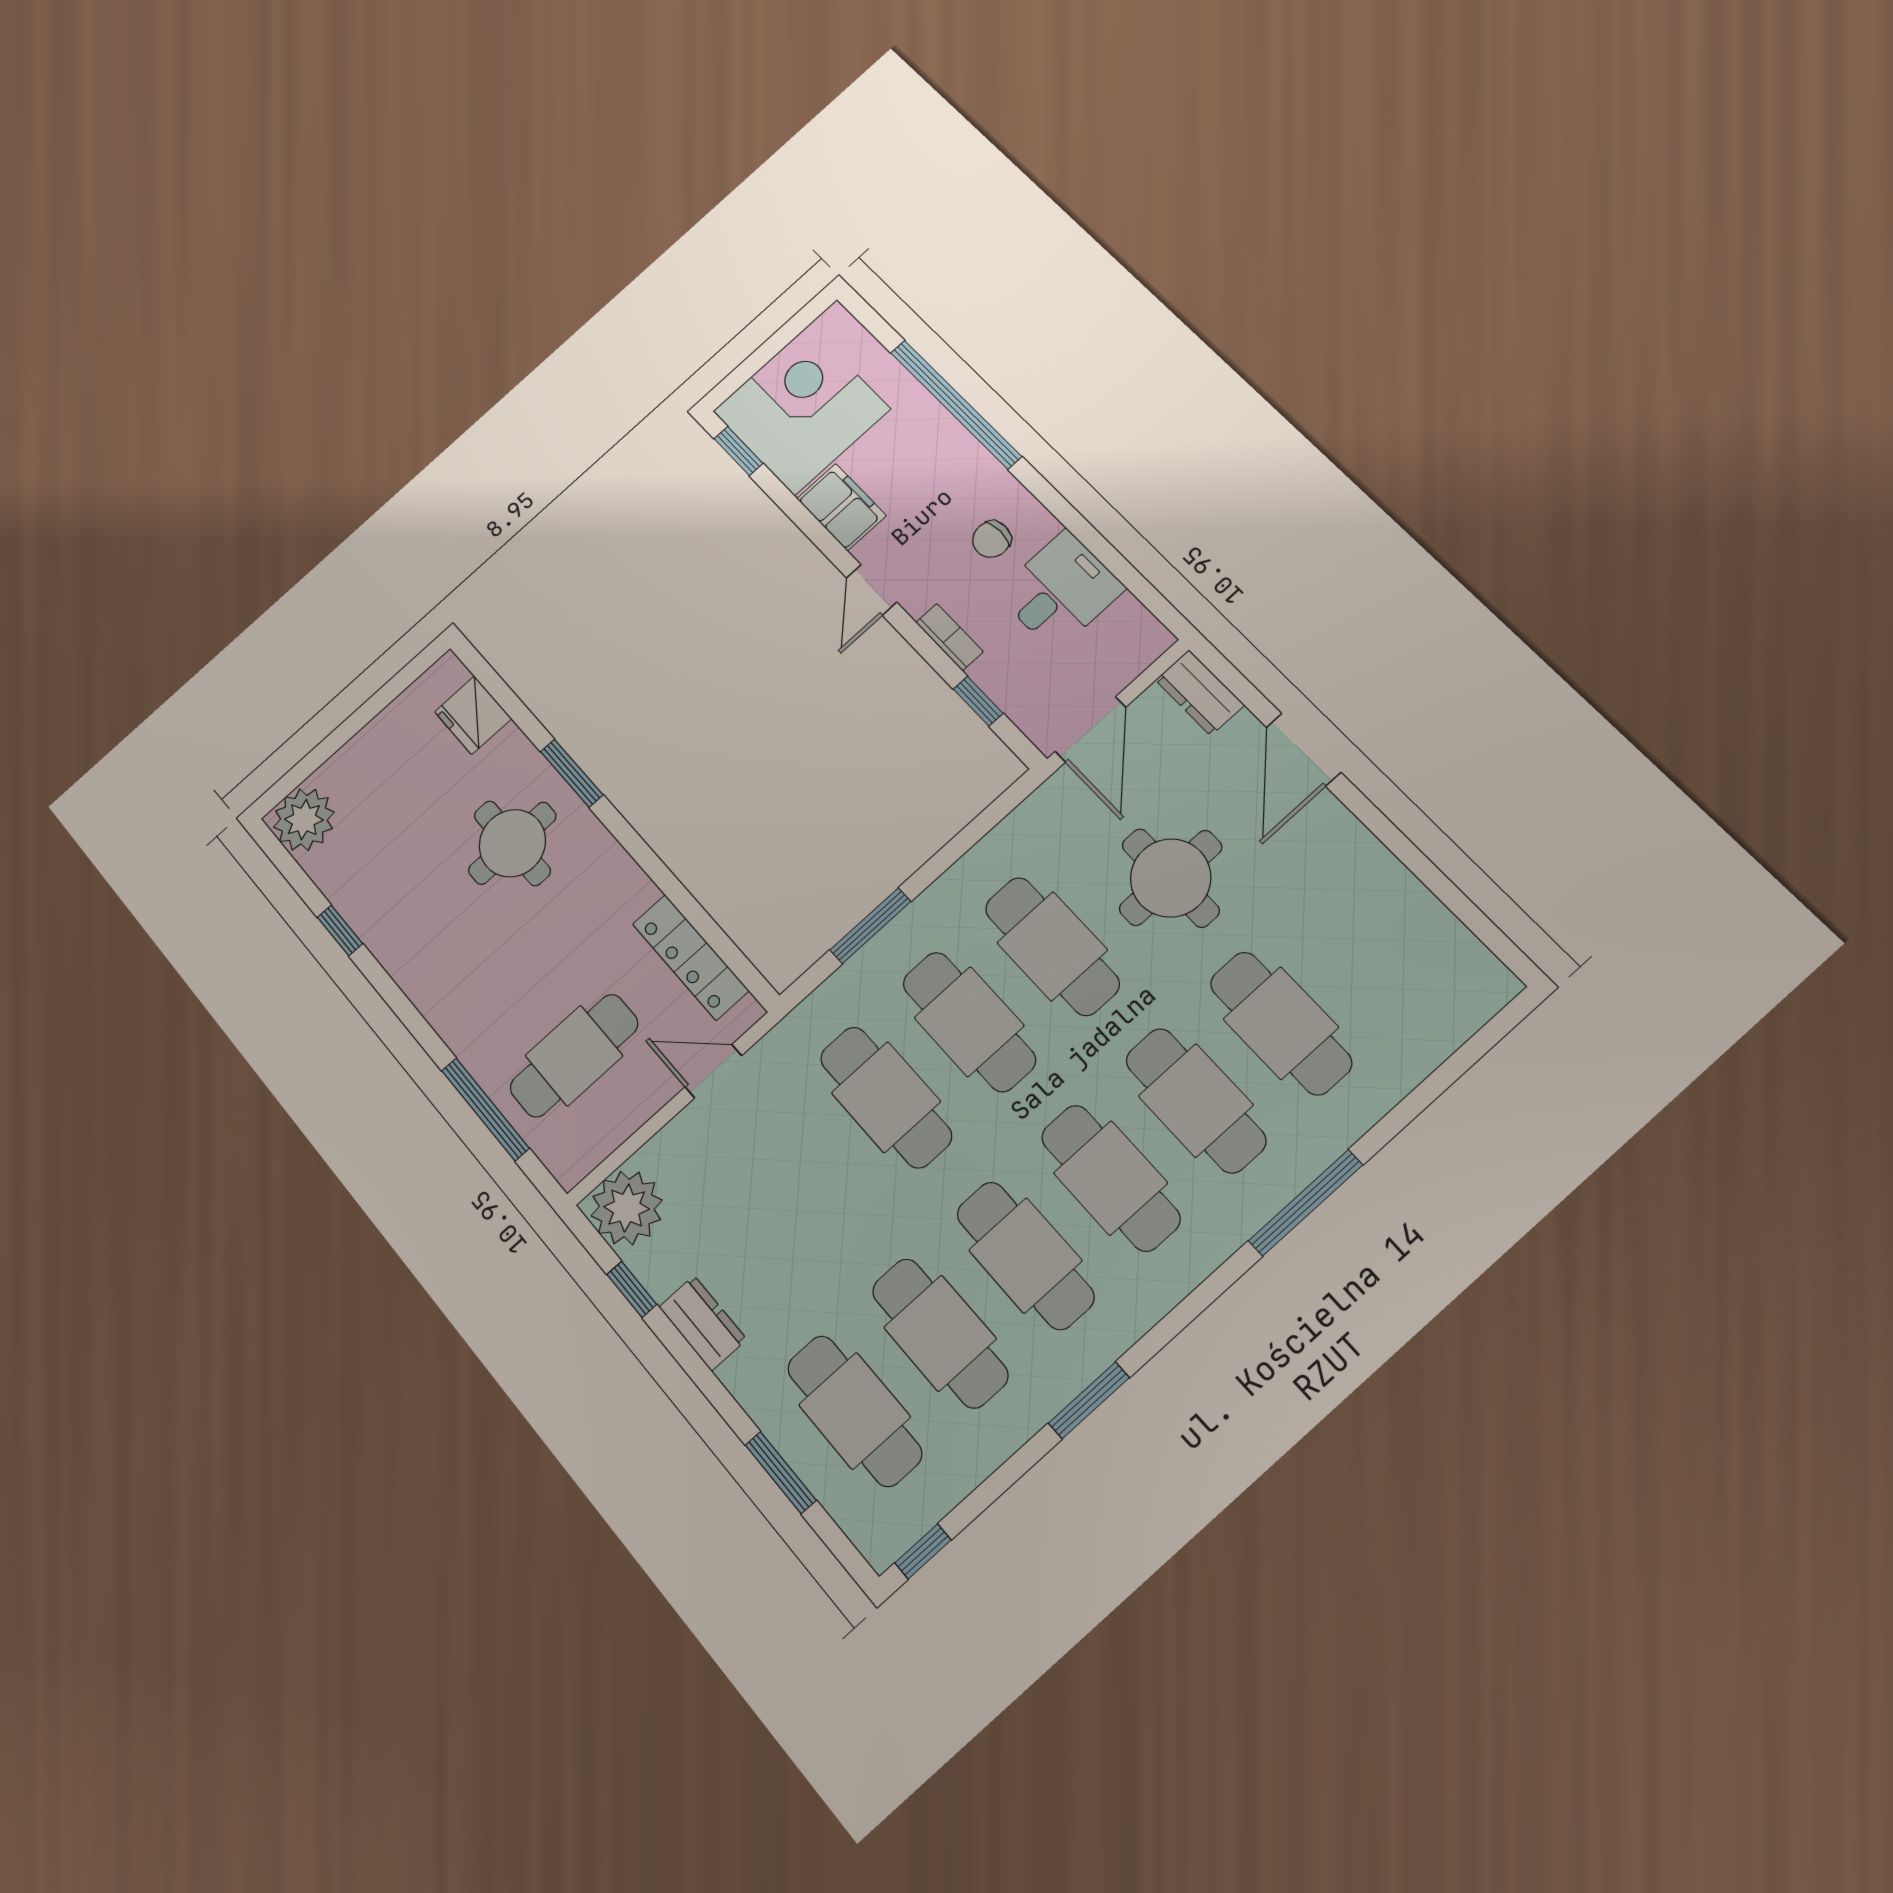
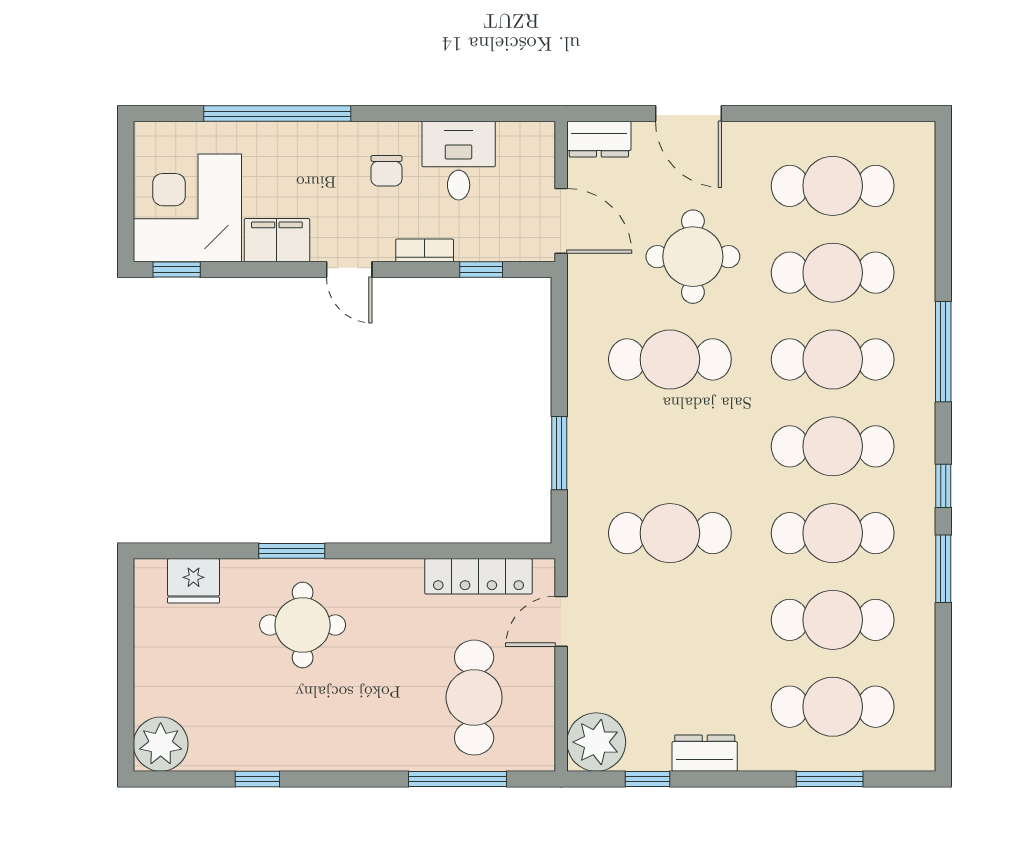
cafe table: (969, 1022) -> (833, 186), moved
window: (923, 1551) -> (943, 486), moved

